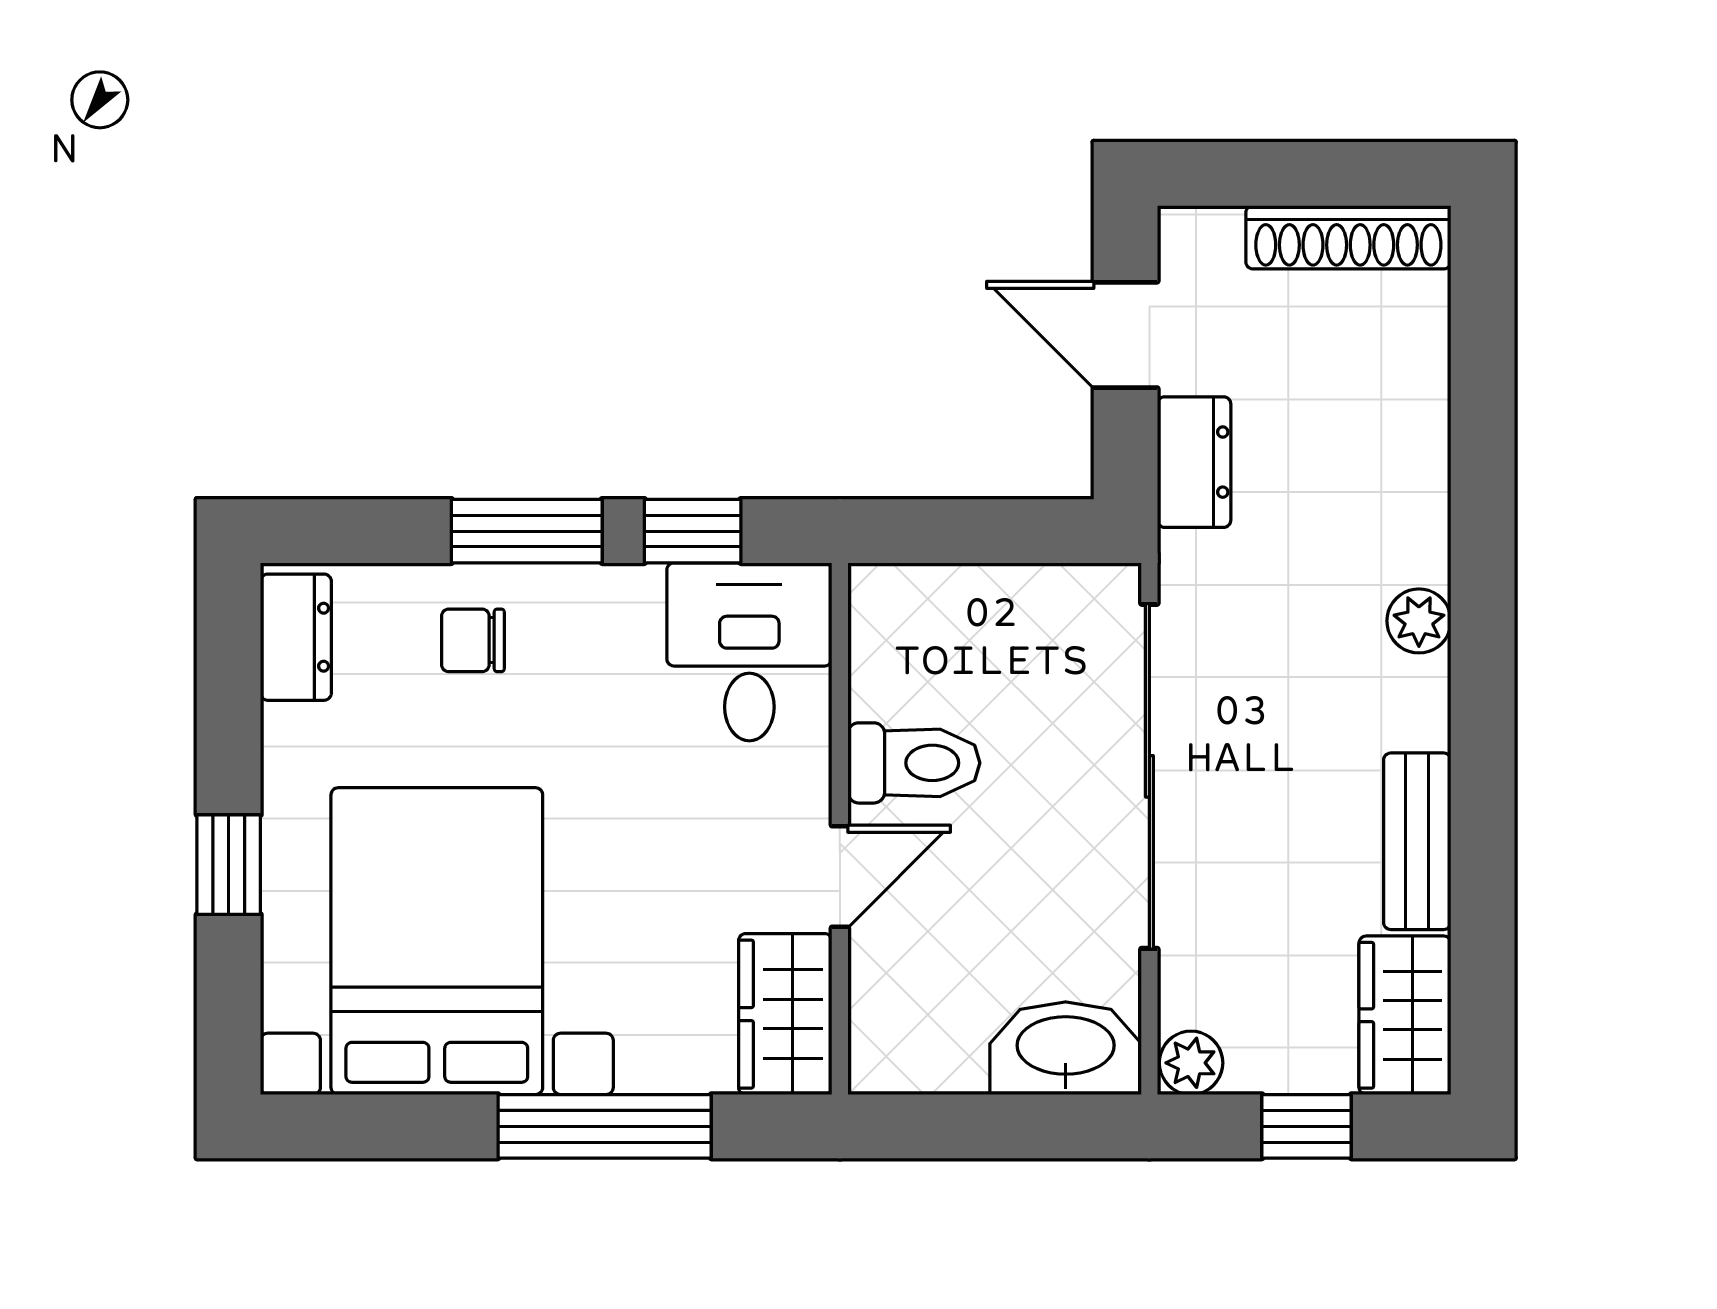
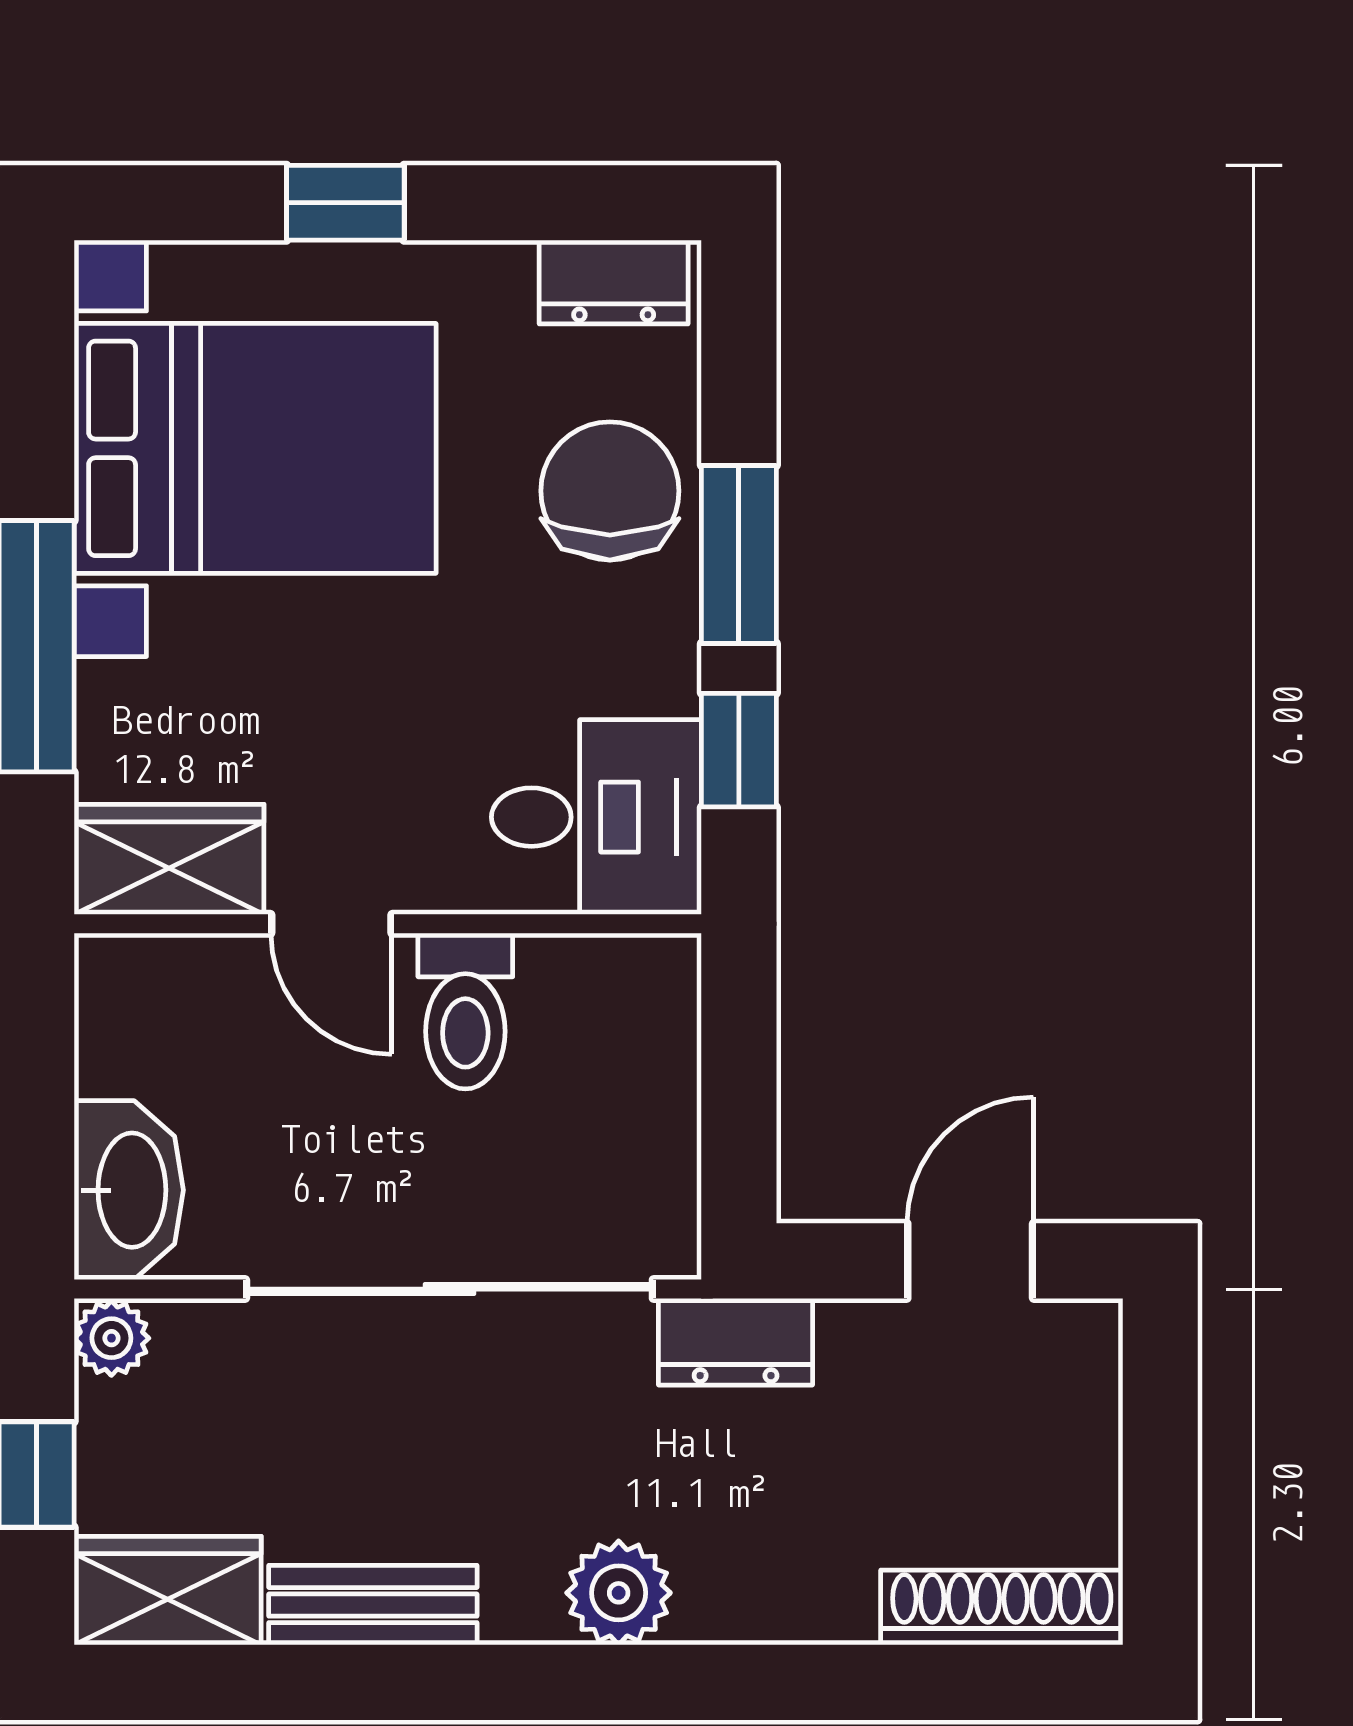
shoe rack: (1348, 237) -> (1002, 1607), moved, turned 90
dresser: (1194, 462) -> (736, 1342), moved
plant: (1419, 621) -> (619, 1593), width x1.38, depth x1.38
chair: (473, 640) -> (610, 491), width x1.87, depth x1.87

